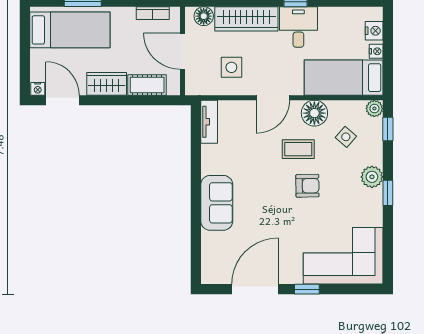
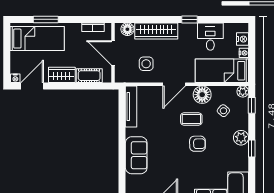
desk: (298, 27) -> (210, 37), moved
door: (63, 100) -> (32, 86), hinge flipped
tv unit: (209, 122) -> (131, 106), width x1.41

